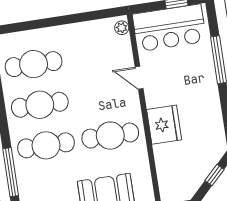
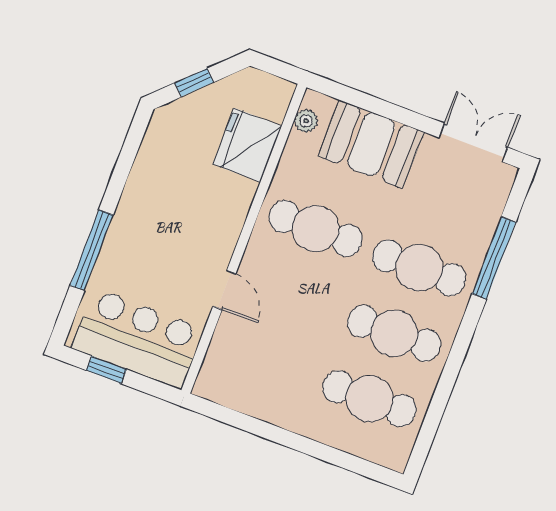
plant: (122, 28) -> (306, 121), moved
fridge: (164, 125) -> (247, 145), moved

